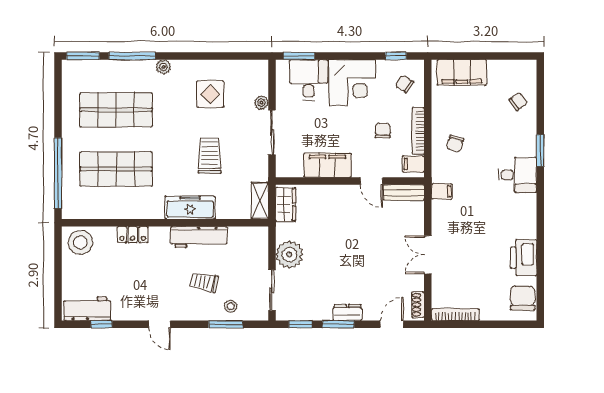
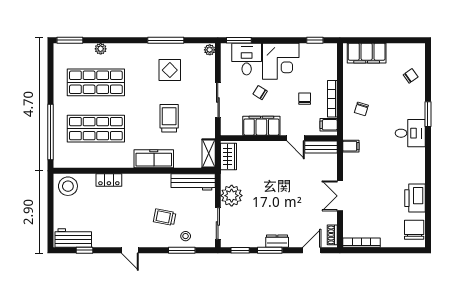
window: (132, 56) -> (166, 40), moved
plant: (163, 67) -> (101, 49), moved
chair: (404, 84) -> (260, 93), moved
plant: (261, 103) -> (210, 50), moved
workbench: (199, 237) -> (193, 182), moved

